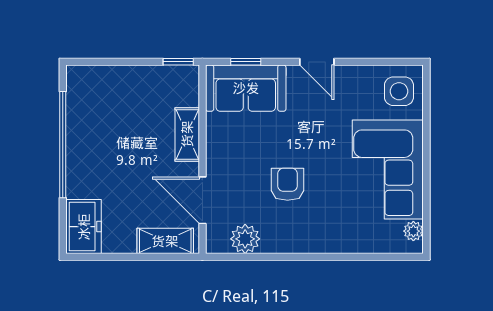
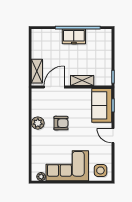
door: (317, 62) -> (113, 136), hinge flipped
freezer: (84, 227) -> (74, 36), moved
plant: (245, 239) -> (38, 123), moved

